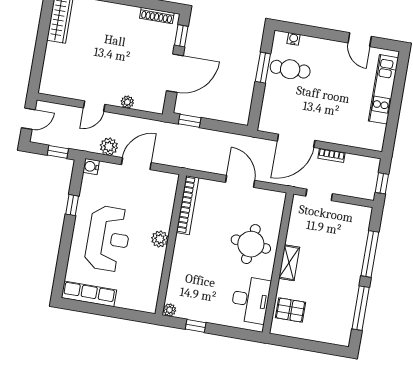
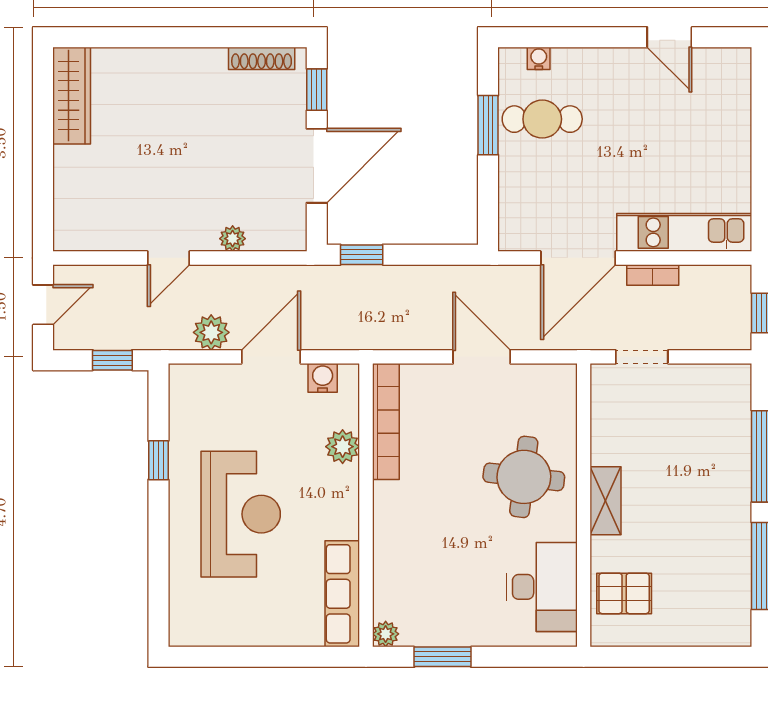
kitchen unit: (383, 89) -> (684, 232), moved, turned 90
water cooler: (91, 167) -> (323, 378), moved, turned 90
plant: (160, 239) -> (343, 447), moved
row of seats: (89, 294) -> (342, 594), moved, turned -90
window: (196, 326) -> (443, 657), width x1.50

